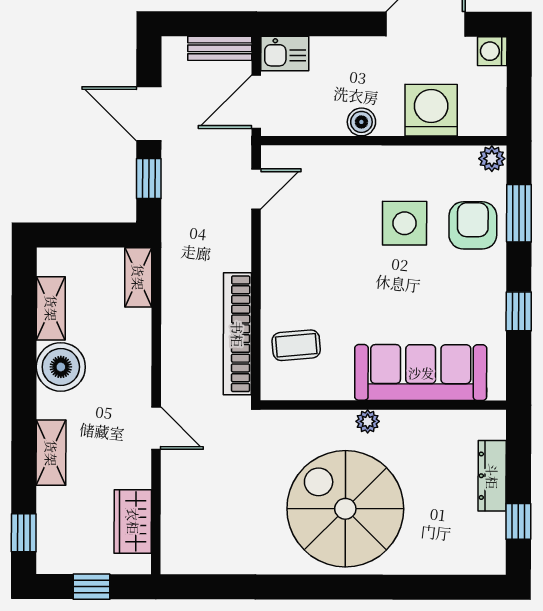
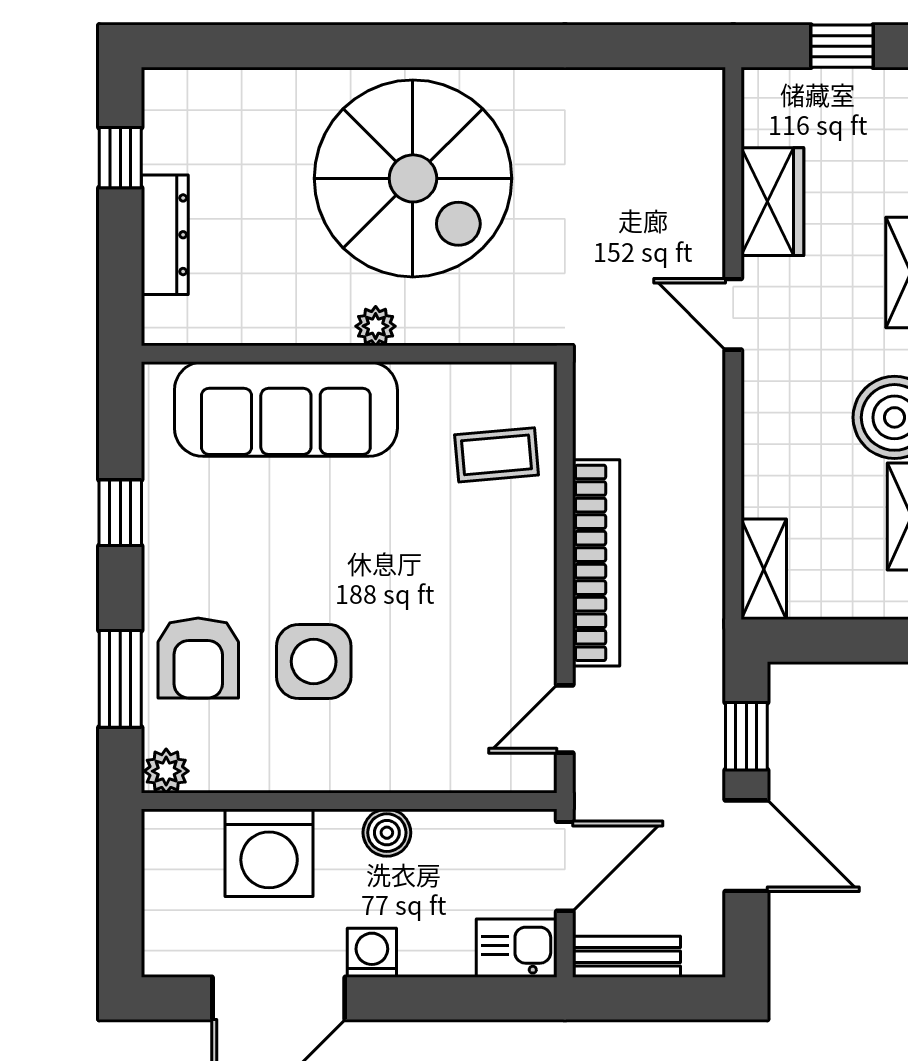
washing machine: (492, 51) -> (372, 953), moved, turned -90
bookcase: (237, 334) -> (596, 563), moved
wardrobe: (133, 521) -> (772, 202), moved

